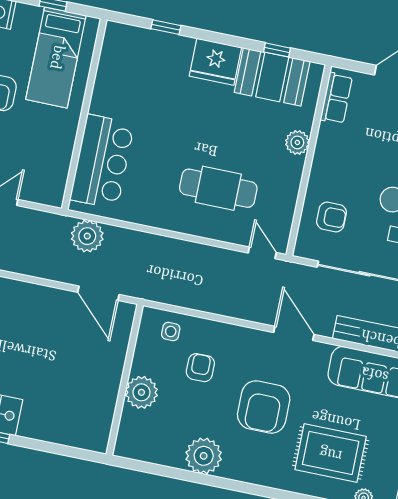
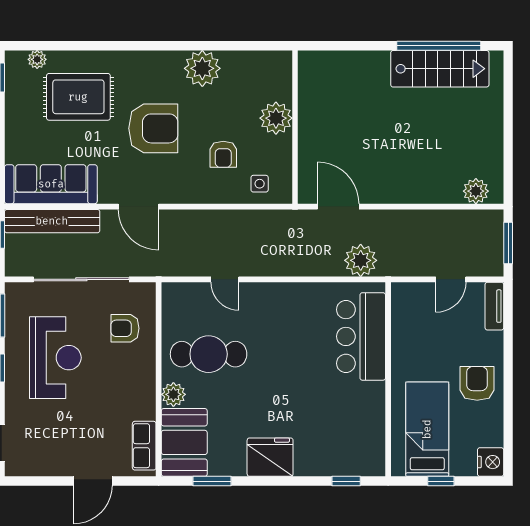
window: (166, 27) -> (346, 481), moved
window: (277, 50) -> (212, 481), width x1.50
booth: (272, 77) -> (184, 442), moved, turned 90
cafe table: (218, 188) -> (209, 354), moved
door: (262, 253) -> (225, 279), moved
armchair: (264, 407) -> (153, 128), turned 90

